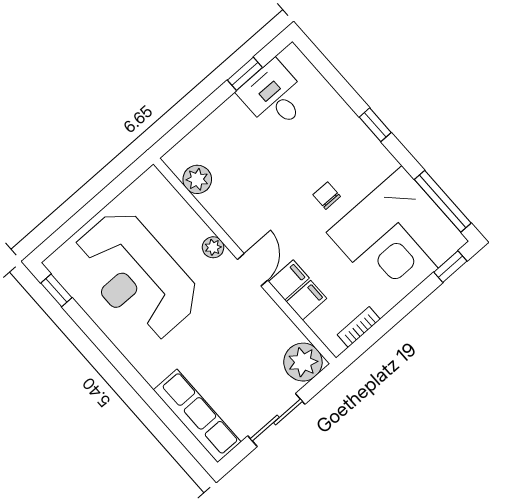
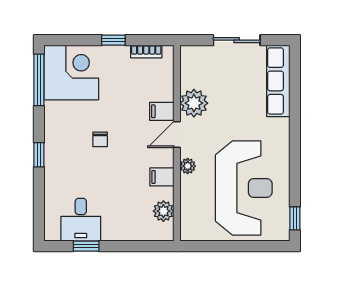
corner desk: (397, 237) -> (71, 73), width x0.74, depth x0.74
window: (450, 267) -> (113, 40), moved
filing cabinet: (307, 300) -> (162, 177), moved
plant: (303, 362) -> (194, 103), moved

